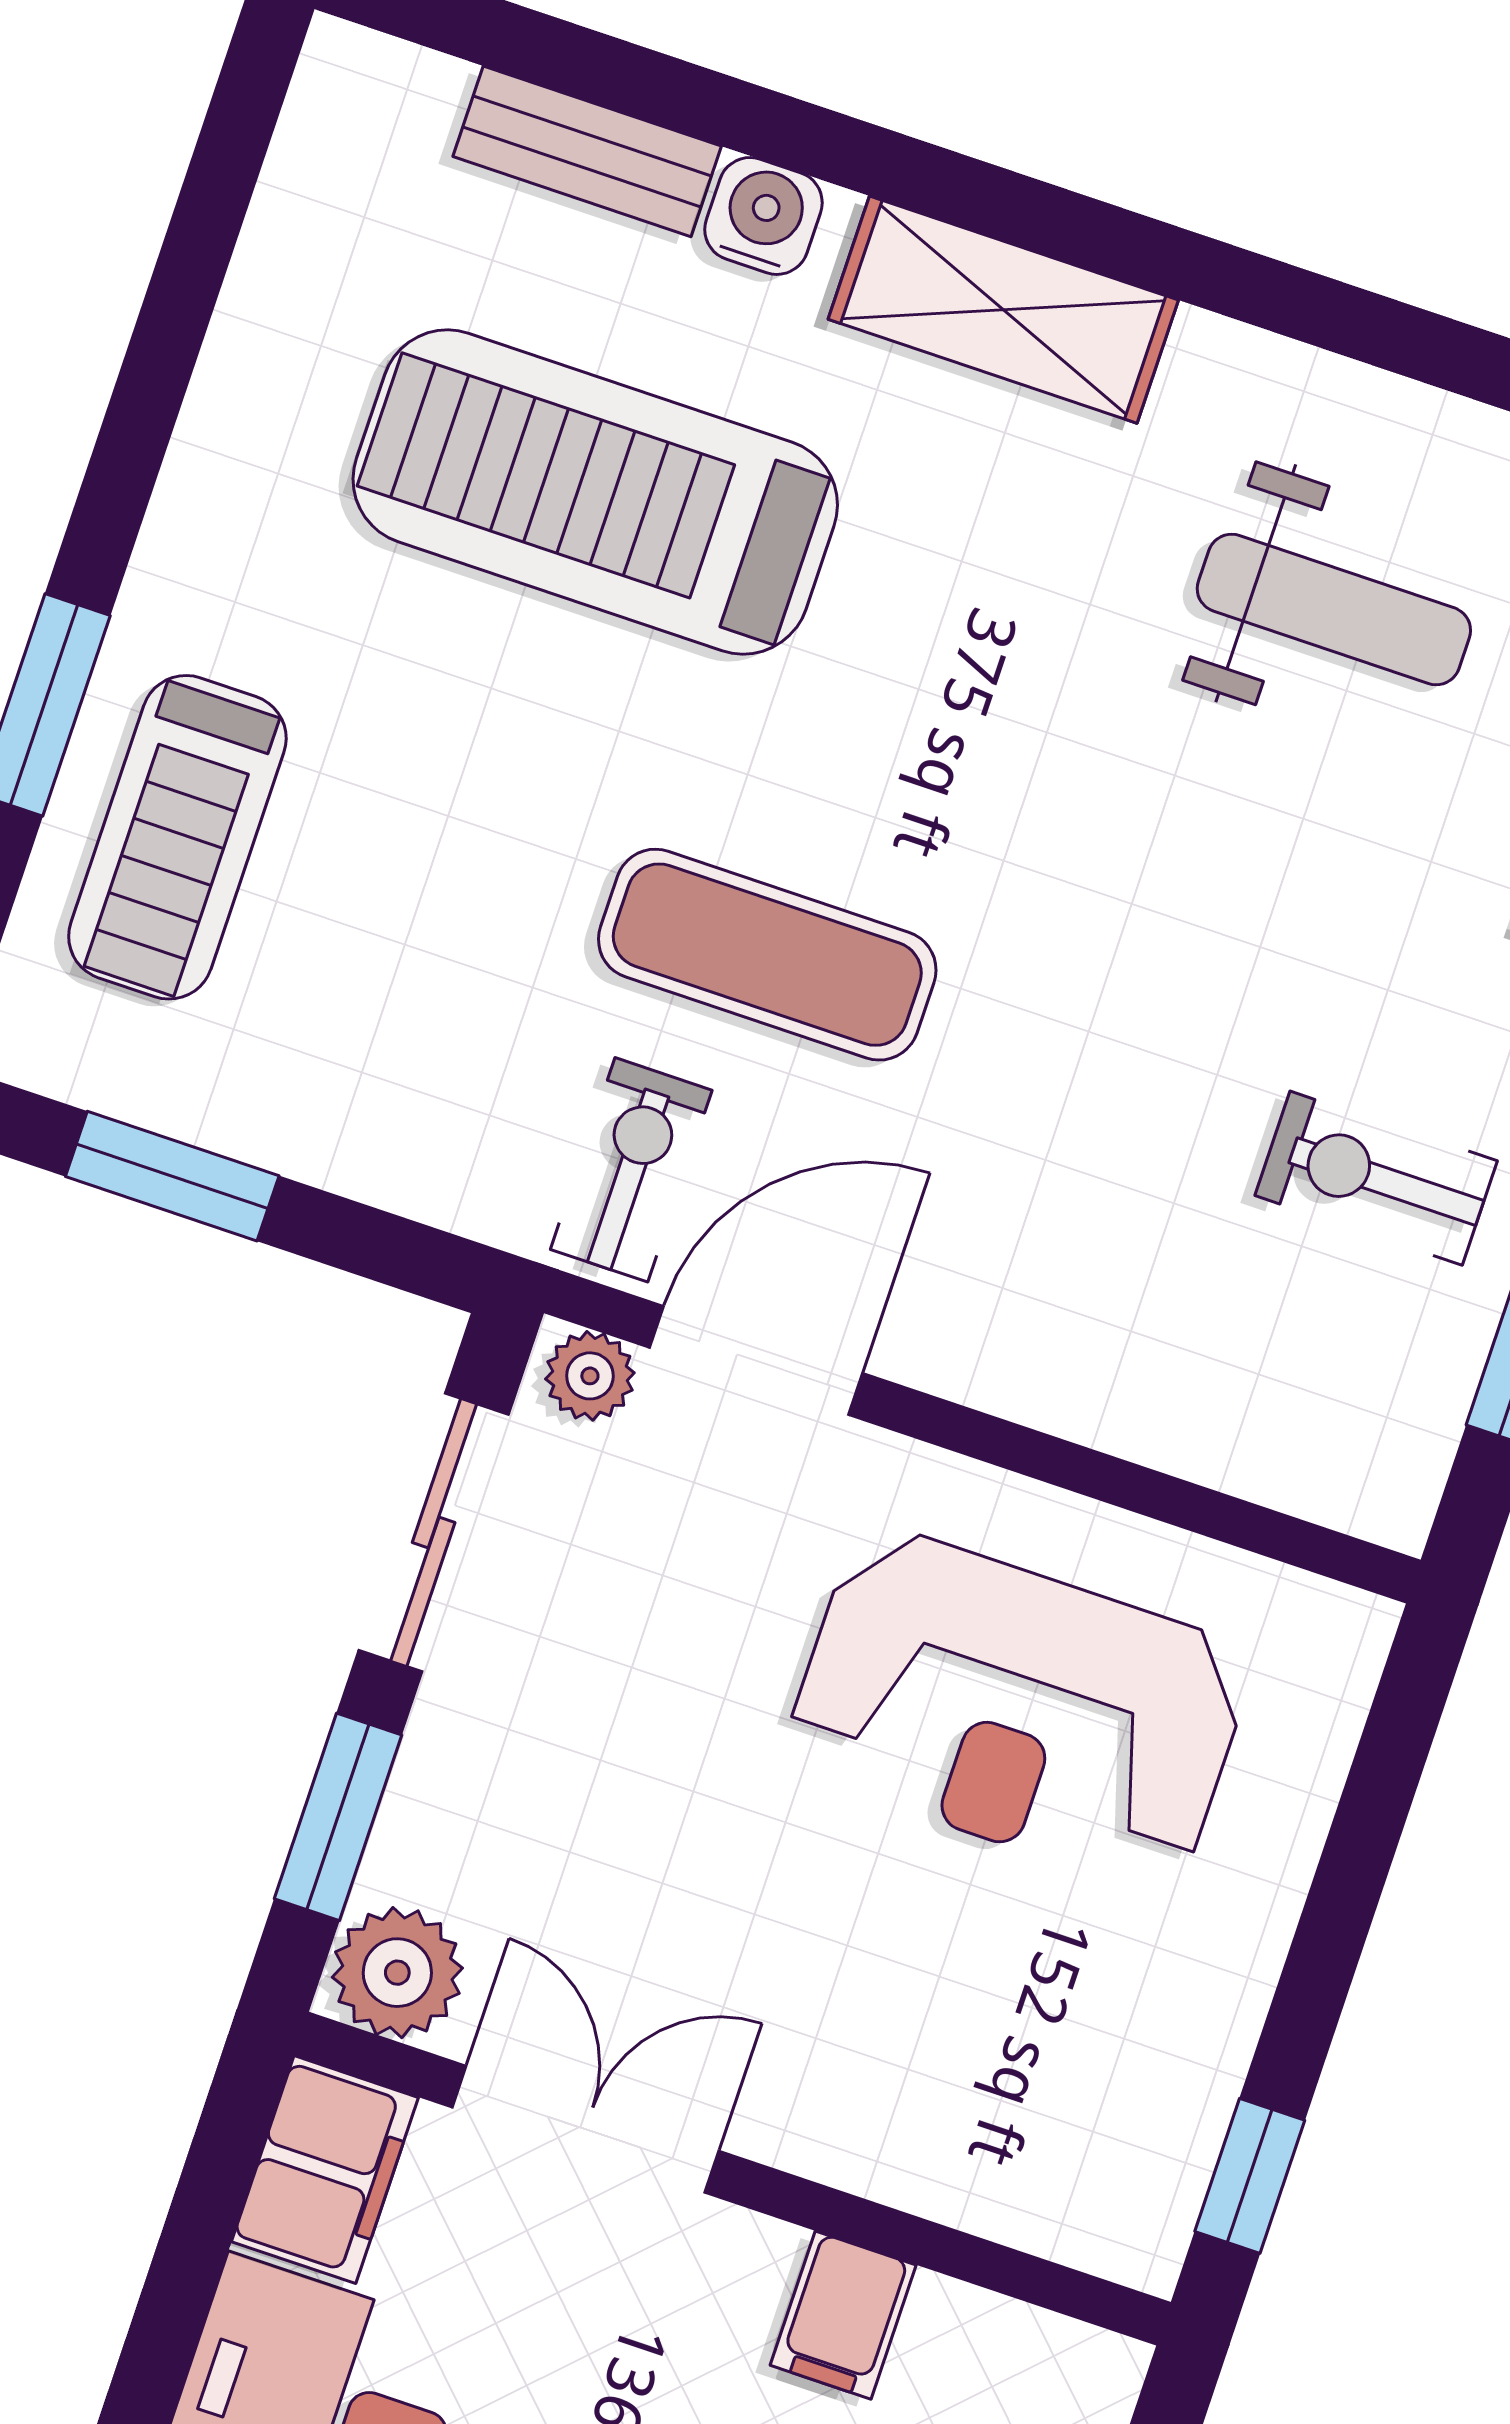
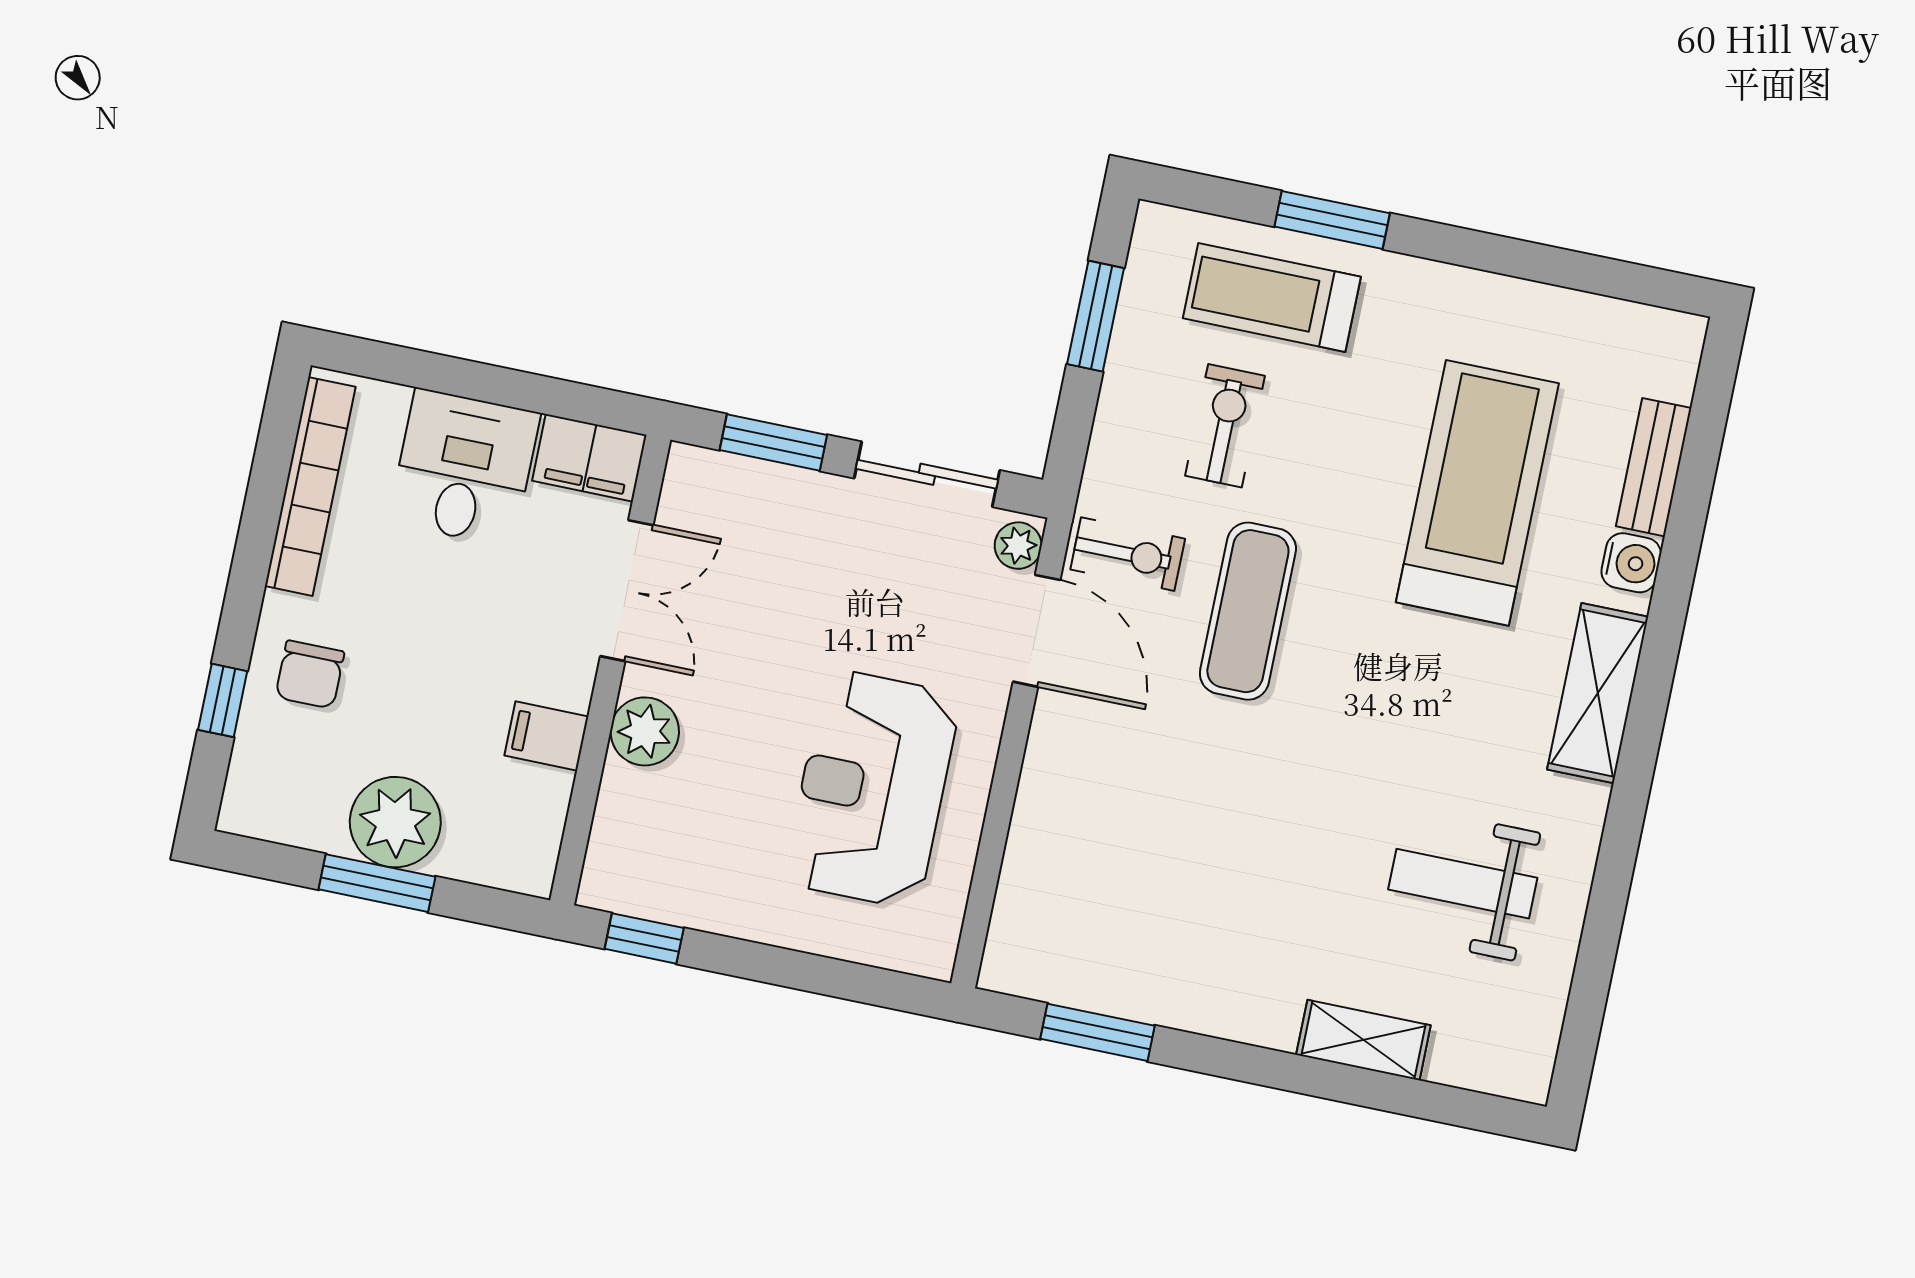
weight bench: (1334, 610) -> (1463, 884), turned 90
exercise bike: (1376, 1178) -> (1225, 426), moved
plant: (397, 1973) -> (645, 731), moved

